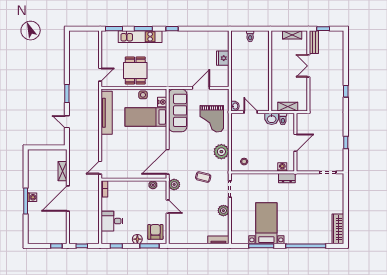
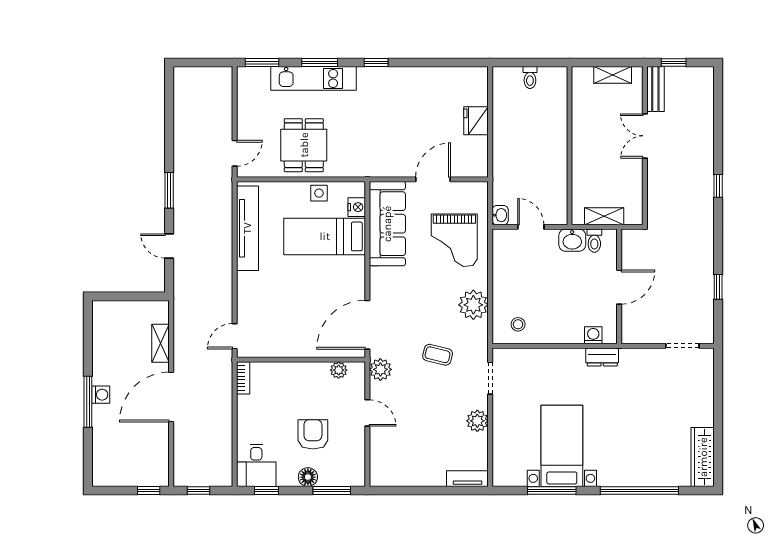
desk: (112, 221) -> (256, 465), moved, turned -90
armchair: (155, 232) -> (313, 434), moved

